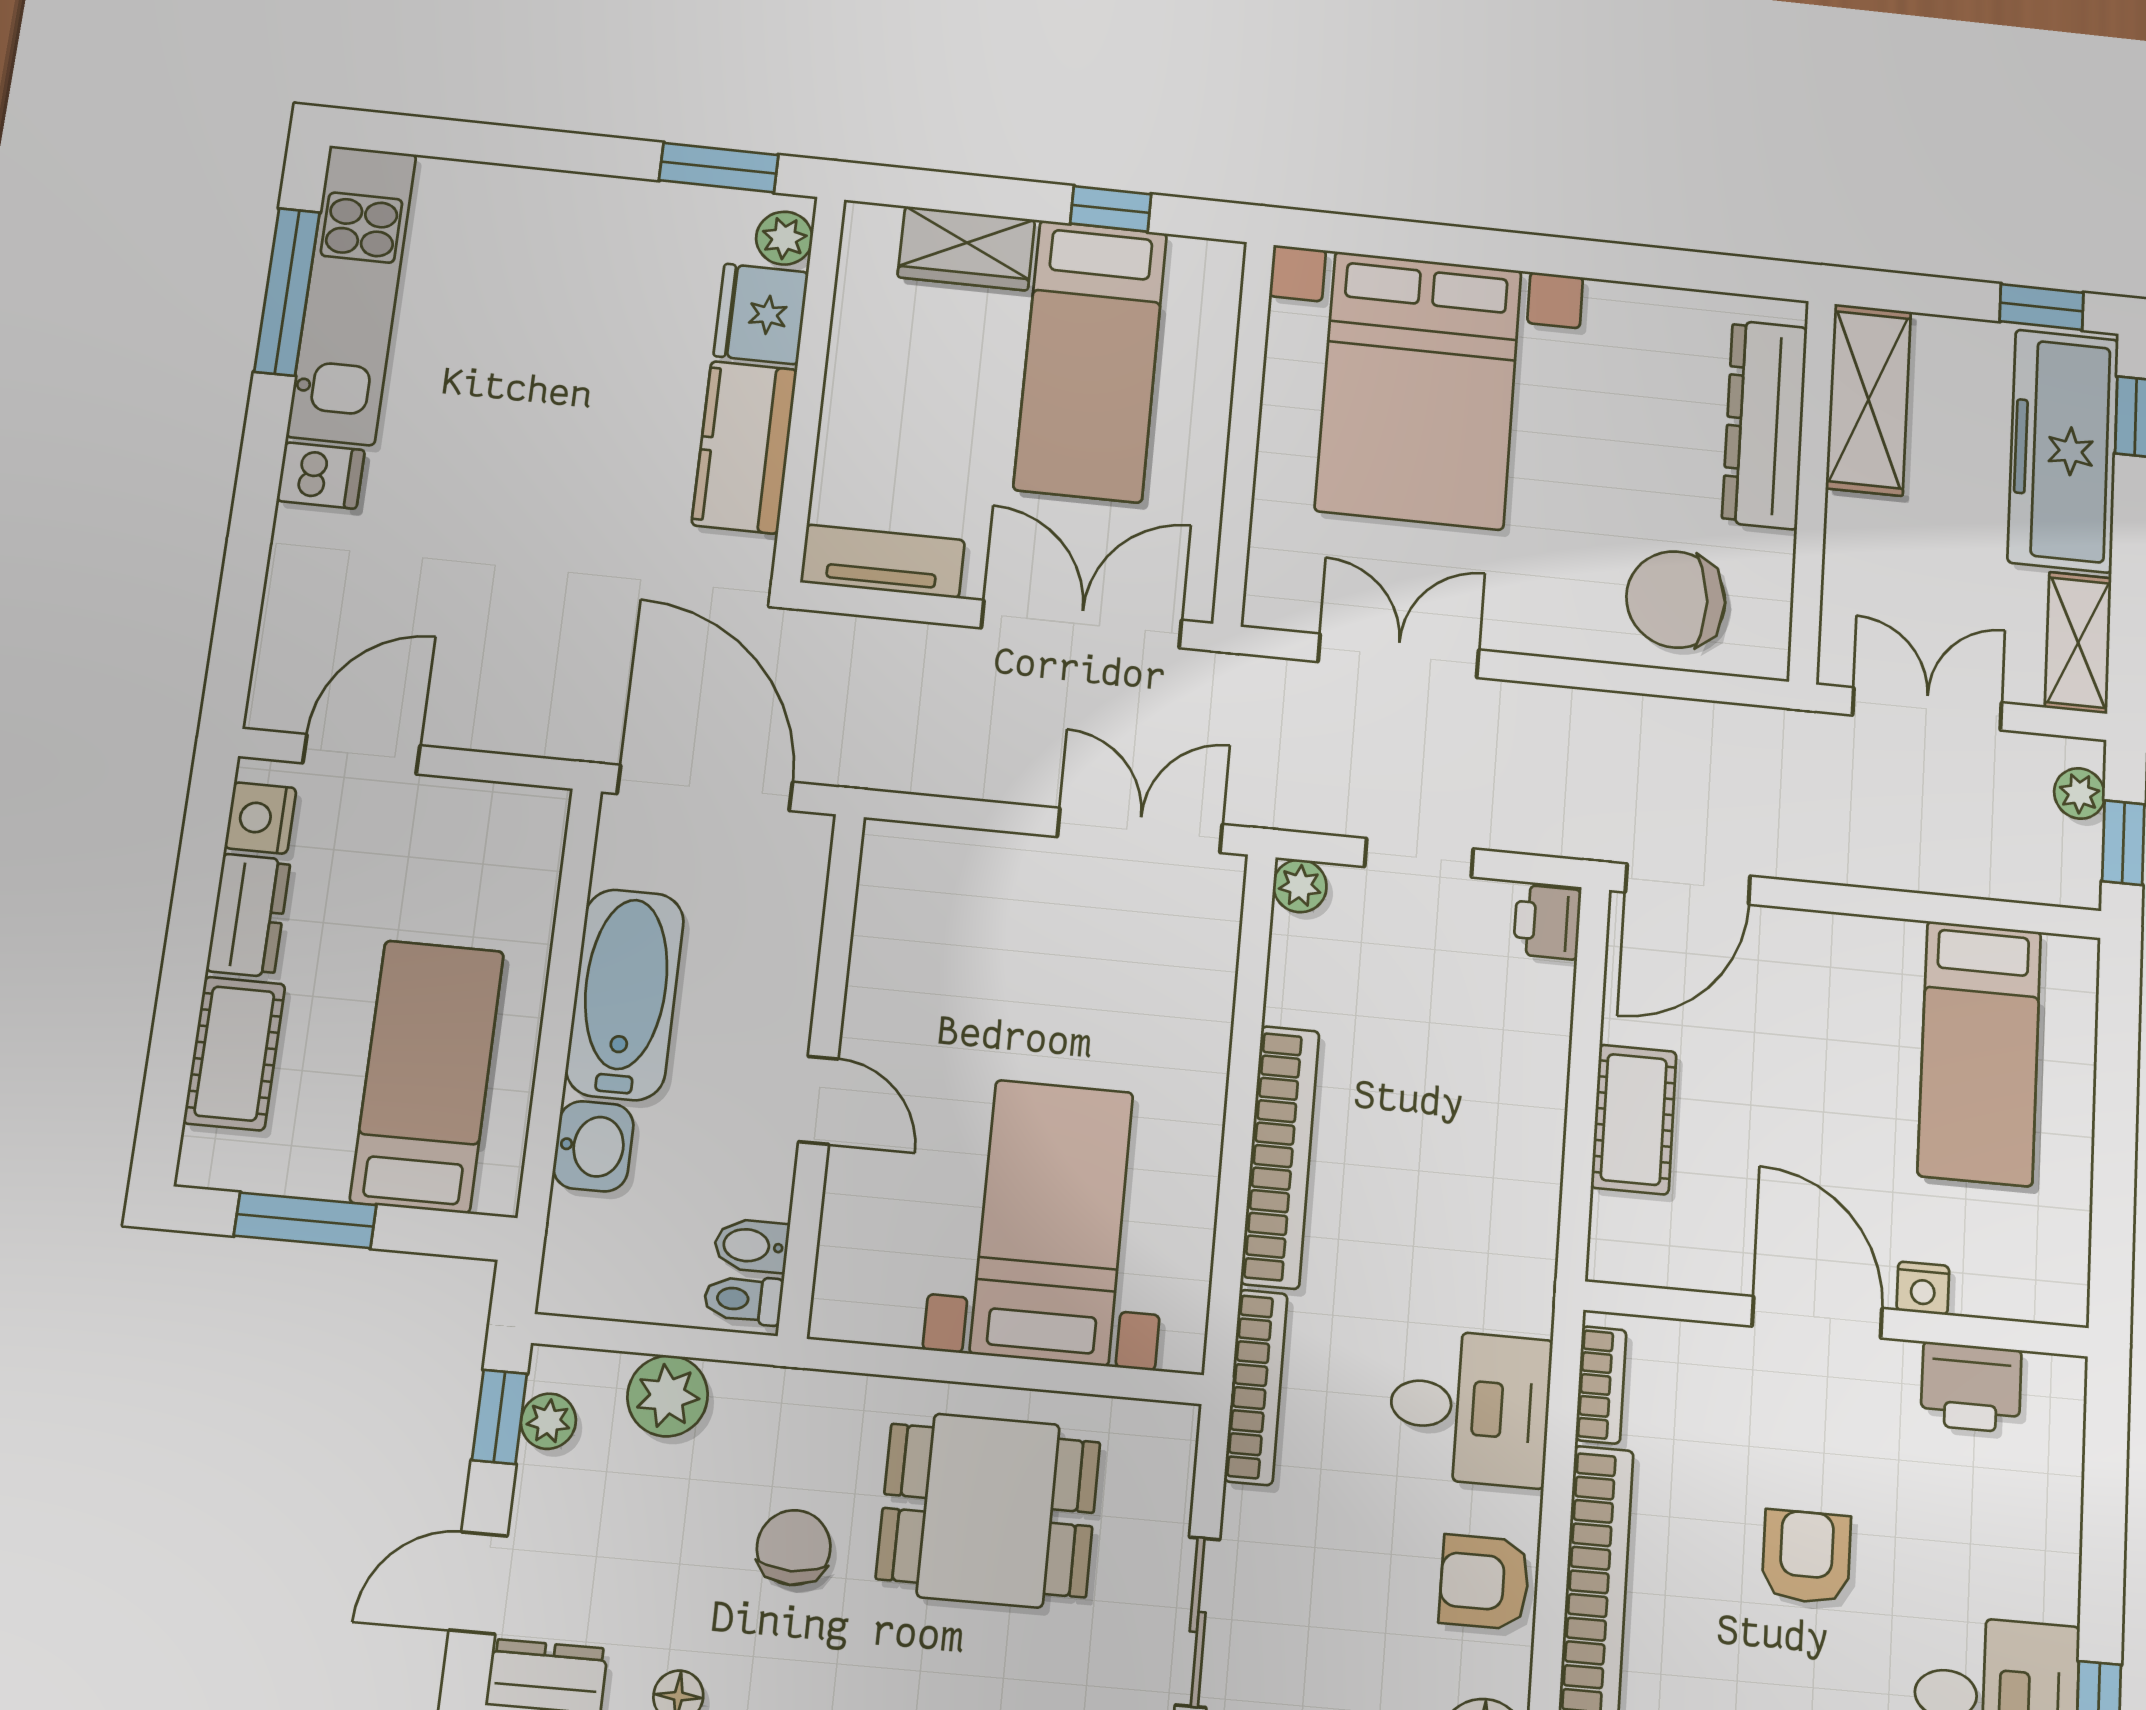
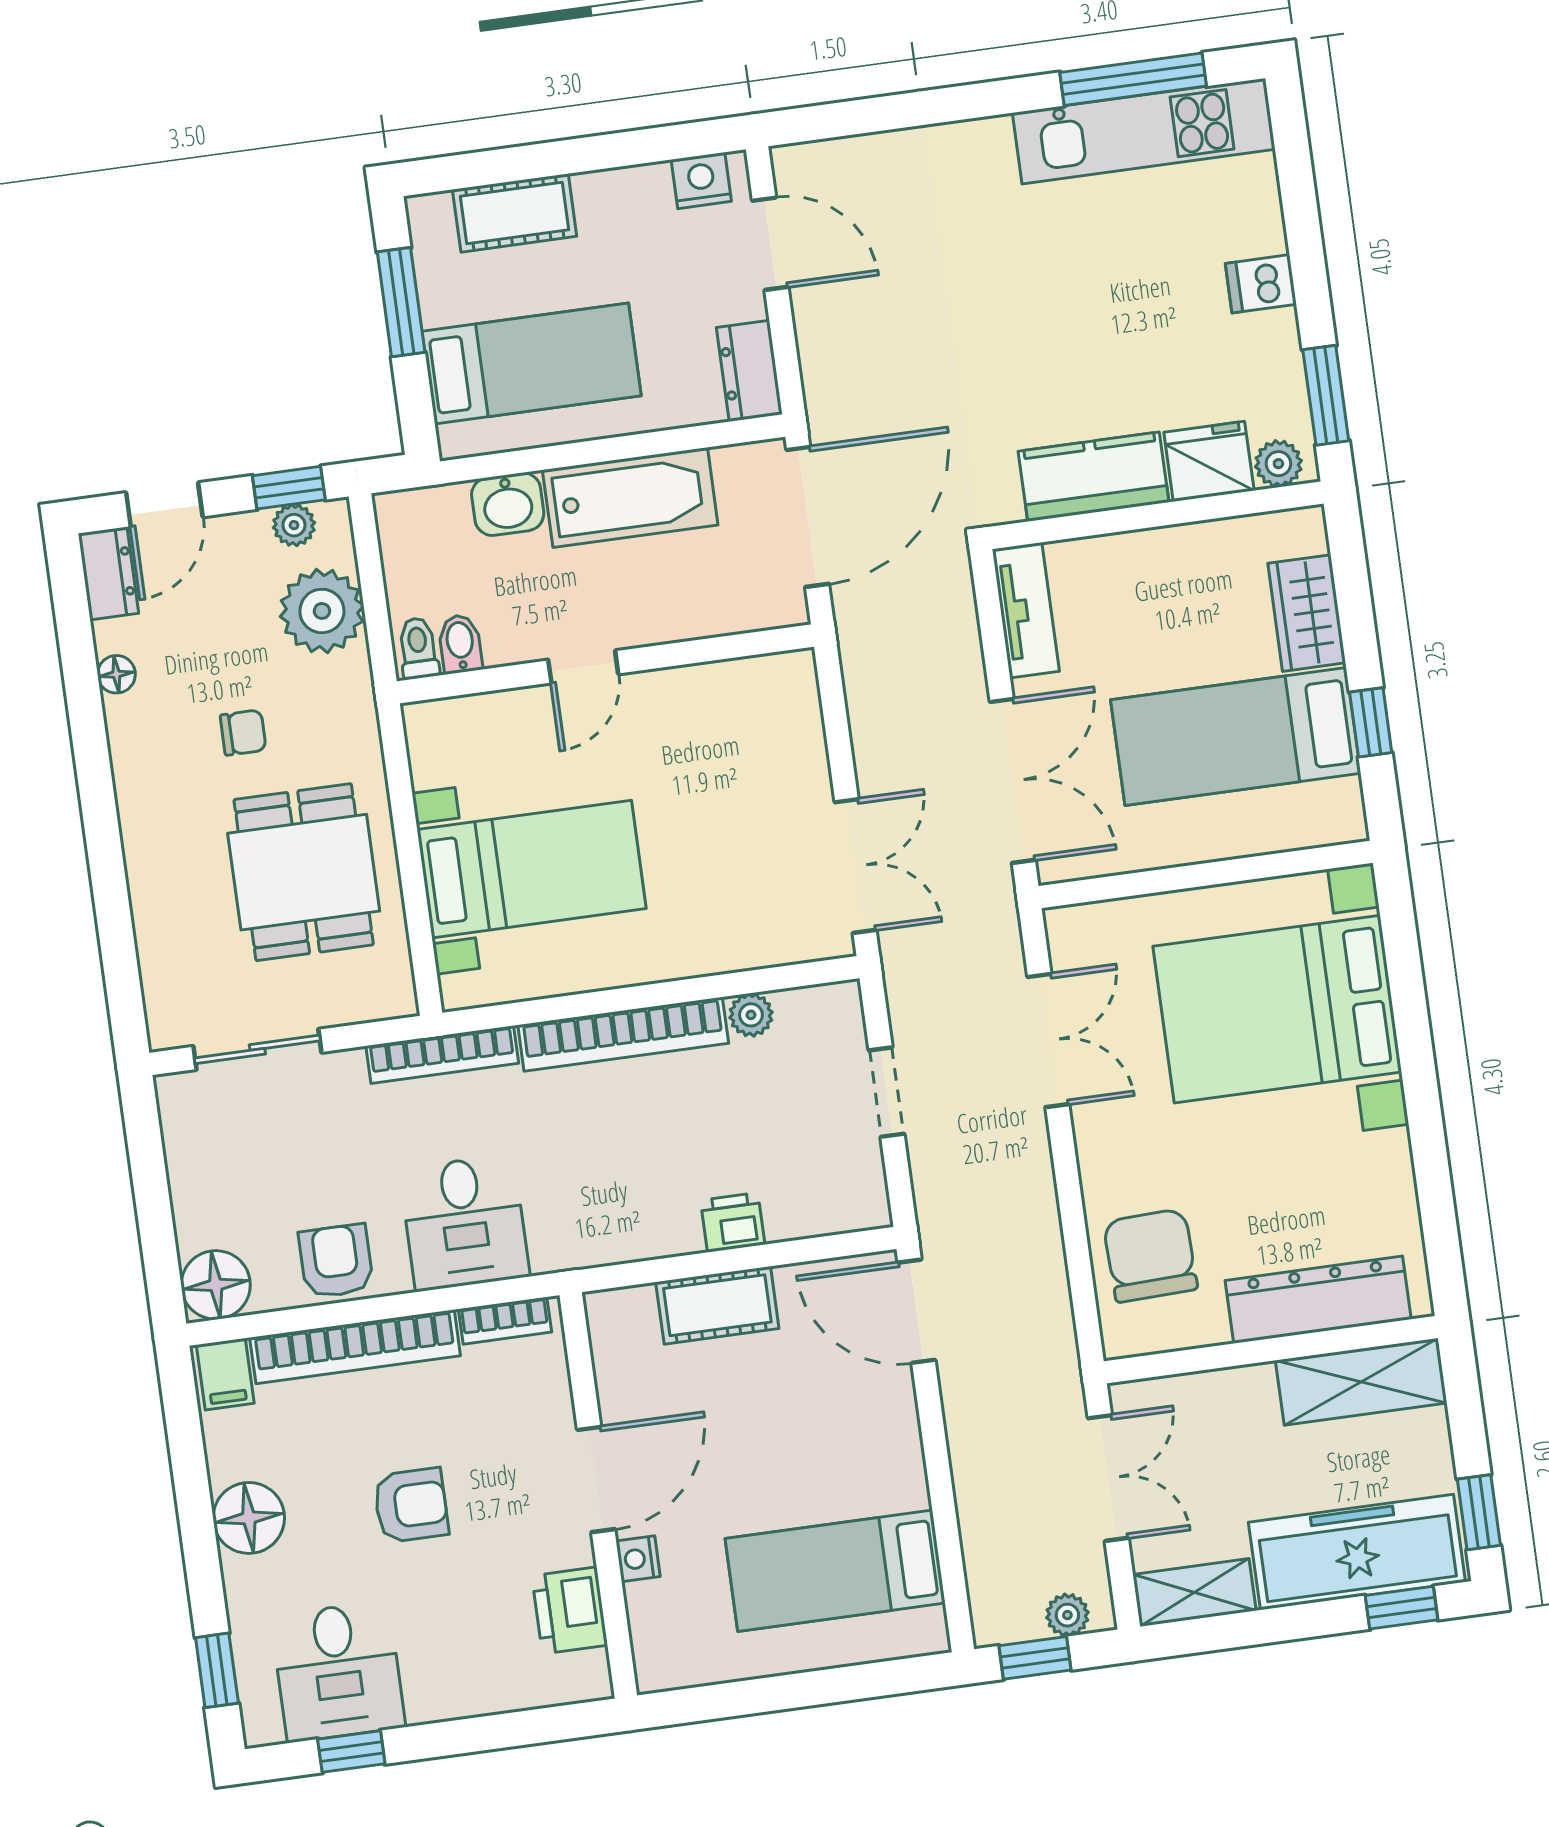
dishwasher: (321, 475) -> (1261, 284), moved, turned 90
plant: (1300, 886) -> (751, 1015), moved
dresser: (248, 915) -> (749, 371), moved, turned 90
printer: (1547, 922) -> (733, 1222), moved
plant: (668, 1396) -> (322, 611), width x1.36, depth x1.36
chair: (794, 1548) -> (243, 733), width x0.73, depth x0.73
door: (478, 1583) -> (164, 505), swing flipped

